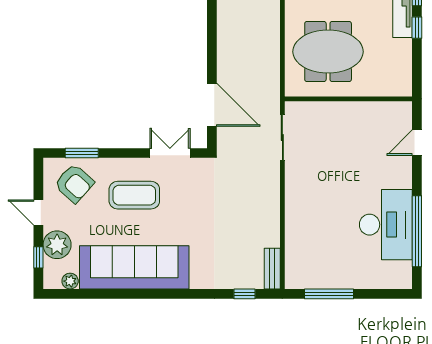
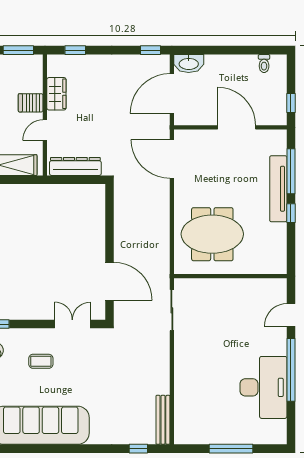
coffee table: (134, 195) -> (41, 361), width x0.54, depth x0.58
window: (417, 231) -> (291, 370), moved
bench: (272, 269) -> (163, 420), width x1.36
window: (329, 294) -> (231, 449), moved

